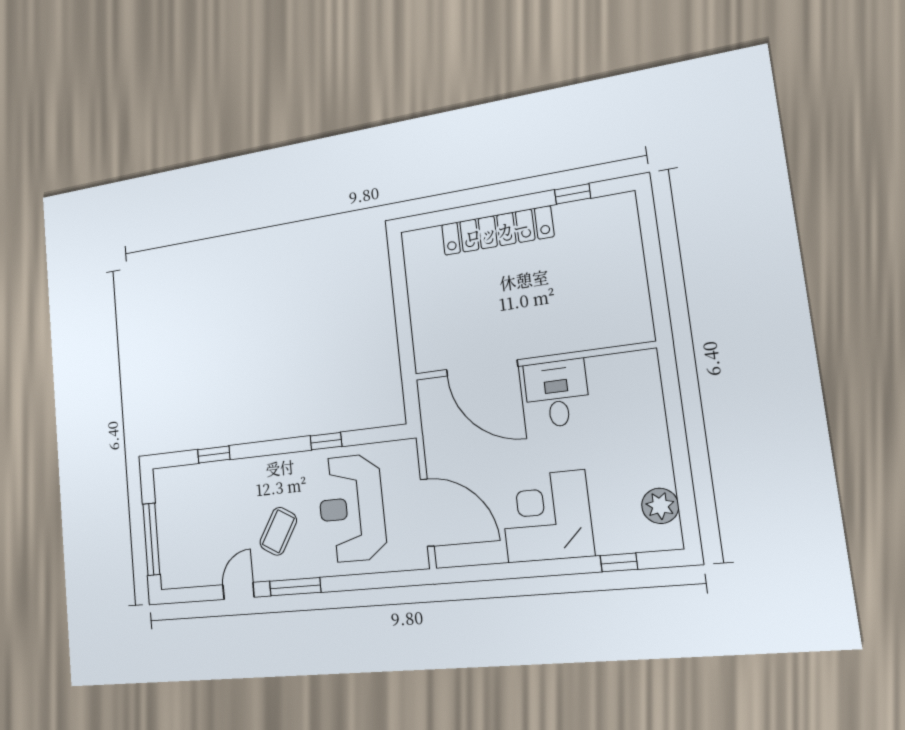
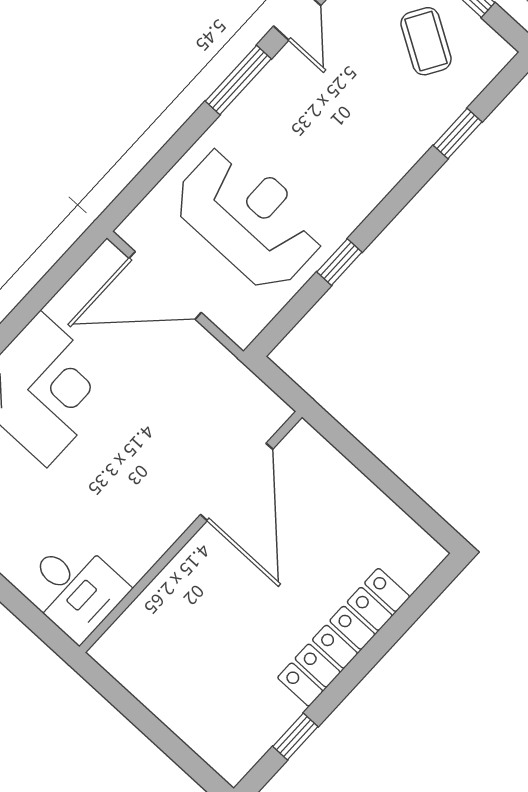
door: (482, 368) -> (237, 482), swing flipped
desk: (557, 394) -> (75, 589), moved
coffee table: (278, 531) -> (426, 41), moved

